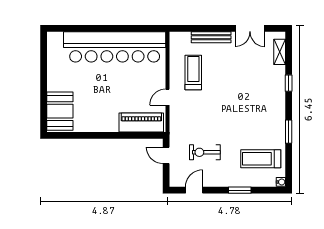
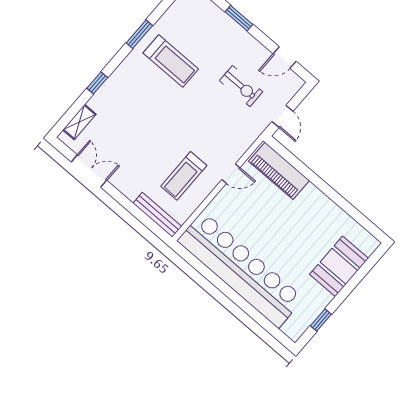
bench: (211, 37) -> (157, 215), moved
window: (44, 58) -> (321, 320), added
booth: (60, 111) -> (339, 266), moved
treadmill: (261, 159) -> (171, 61), moved

